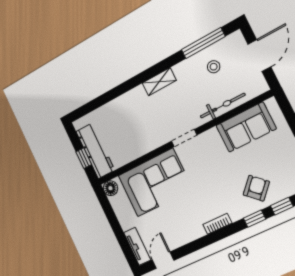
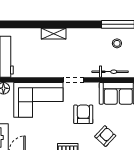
shelving: (159, 82) -> (54, 34), moved
armchair: (216, 174) -> (83, 114), added

